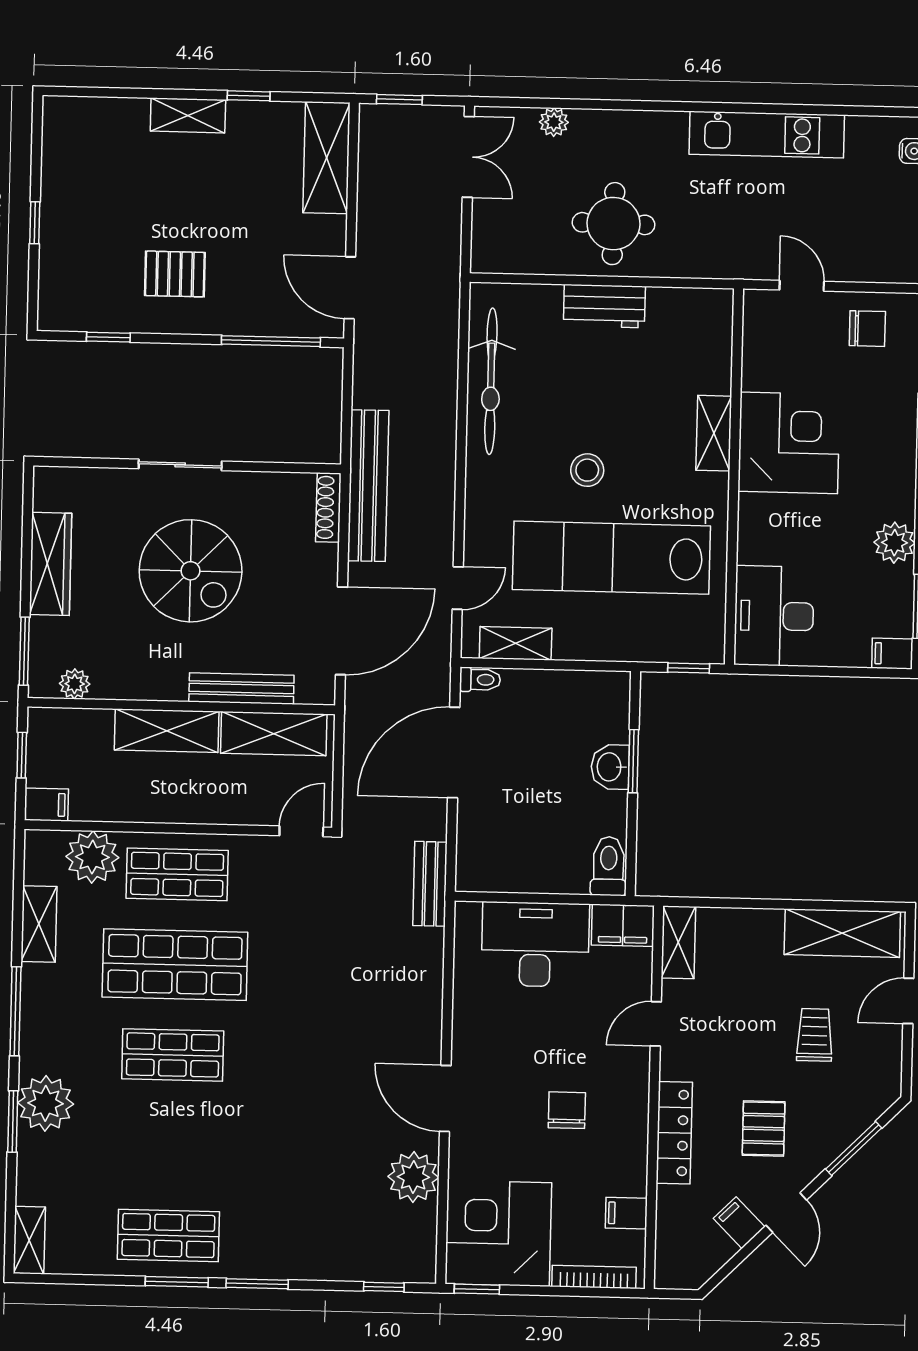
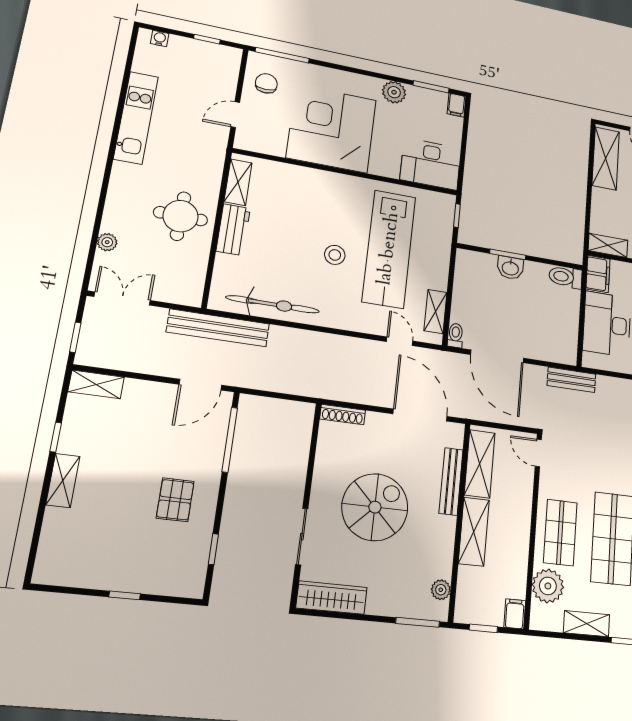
shelving: (326, 158) -> (96, 384), width x0.67, depth x0.75
shelving: (714, 433) -> (238, 182), moved, turned 90
corner desk: (789, 443) -> (332, 129), width x1.36, depth x1.36
sliding door: (180, 465) -> (302, 537), moved
bench: (368, 486) -> (218, 328), moved
wardrobe: (51, 564) -> (332, 598), moved

